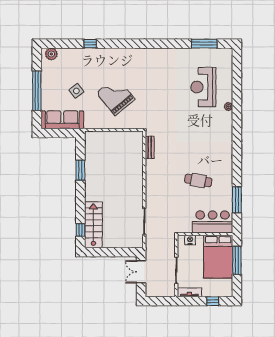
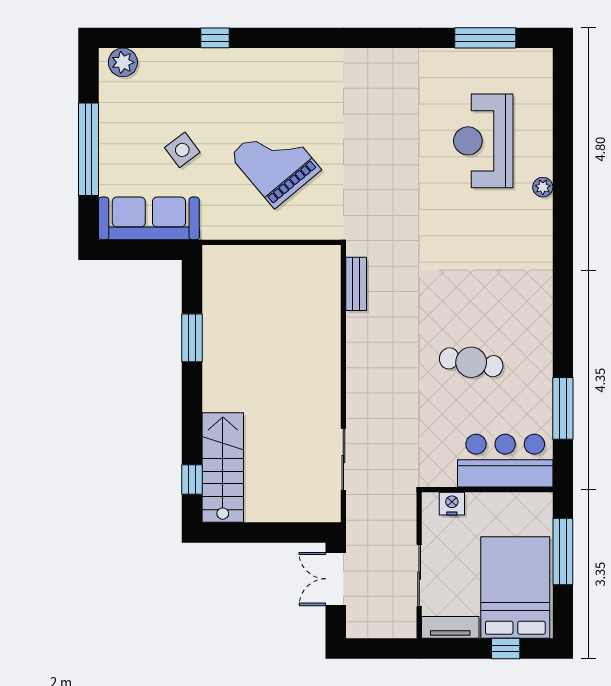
bed: (218, 257) -> (515, 587), moved, turned 180

